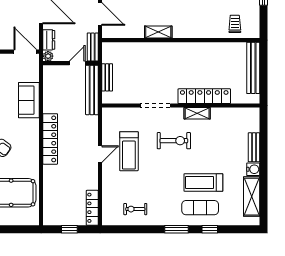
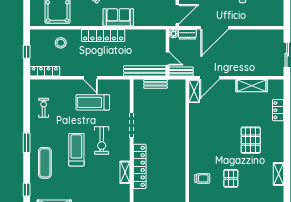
trolley: (235, 24) -> (202, 178), moved
shelving: (158, 32) -> (194, 91), moved
sofa: (29, 100) -> (118, 17), moved
shelving: (197, 113) -> (125, 172), moved
treadmill: (203, 183) -> (76, 150), moved
stool: (59, 189) -> (61, 43), added
window: (210, 229) -> (27, 190), moved

